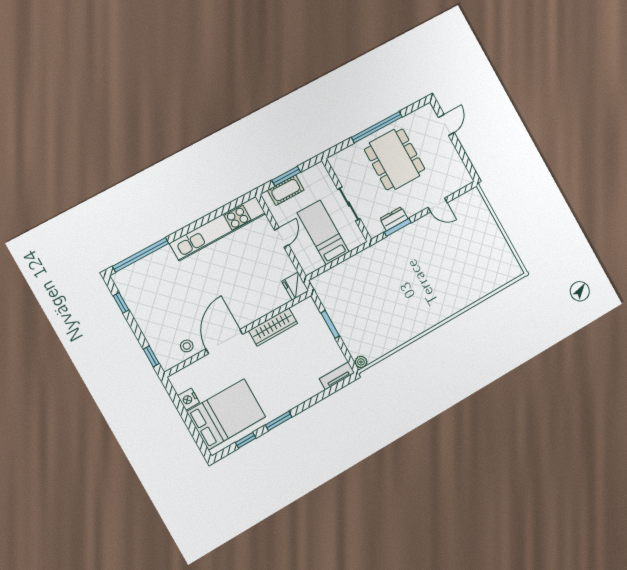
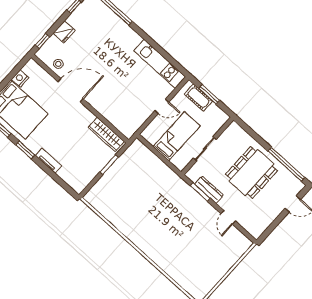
window: (377, 127) -> (286, 164), moved
dresser: (394, 219) -> (209, 190), width x1.44
kitchen unit: (218, 228) -> (160, 64), width x0.73
fridge: (295, 286) -> (64, 32), moved, turned 180
wardrobe: (273, 327) -> (106, 134), moved
plant: (361, 362) -> (89, 197), removed
tv unit: (337, 376) -> (49, 161), moved

